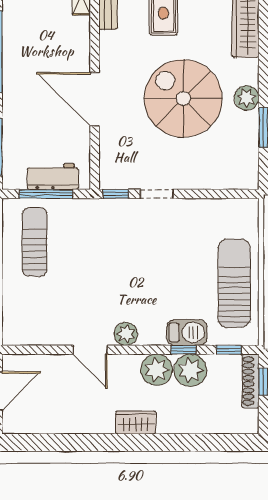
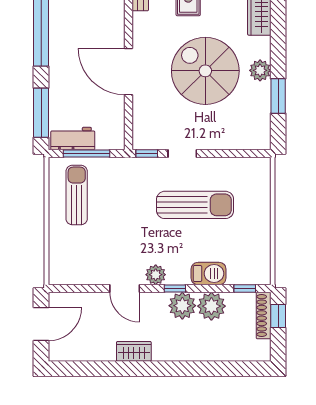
workbench: (53, 177) -> (73, 139), moved
sun lounger: (234, 283) -> (195, 205), moved, turned 90
window: (183, 350) -> (175, 288), moved
wardrobe: (136, 422) -> (134, 351), moved

